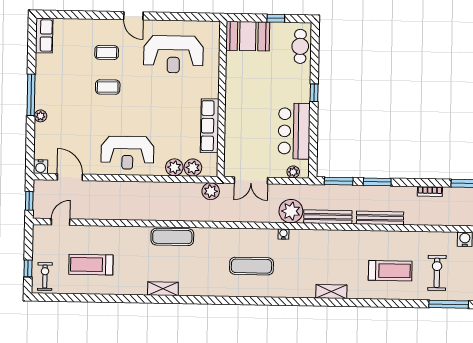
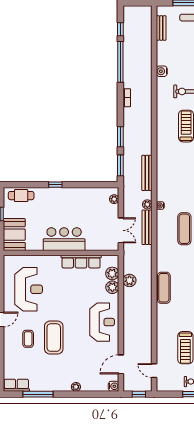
coffee table: (108, 87) -> (54, 338), width x1.86, depth x1.72
window: (31, 95) -> (38, 394), moved
bar counter: (294, 131) -> (64, 239), moved, turned 180
plant: (211, 191) -> (129, 280), moved
plant: (291, 211) -> (147, 204), width x0.53, depth x0.53
bench: (380, 218) -> (147, 227), moved

